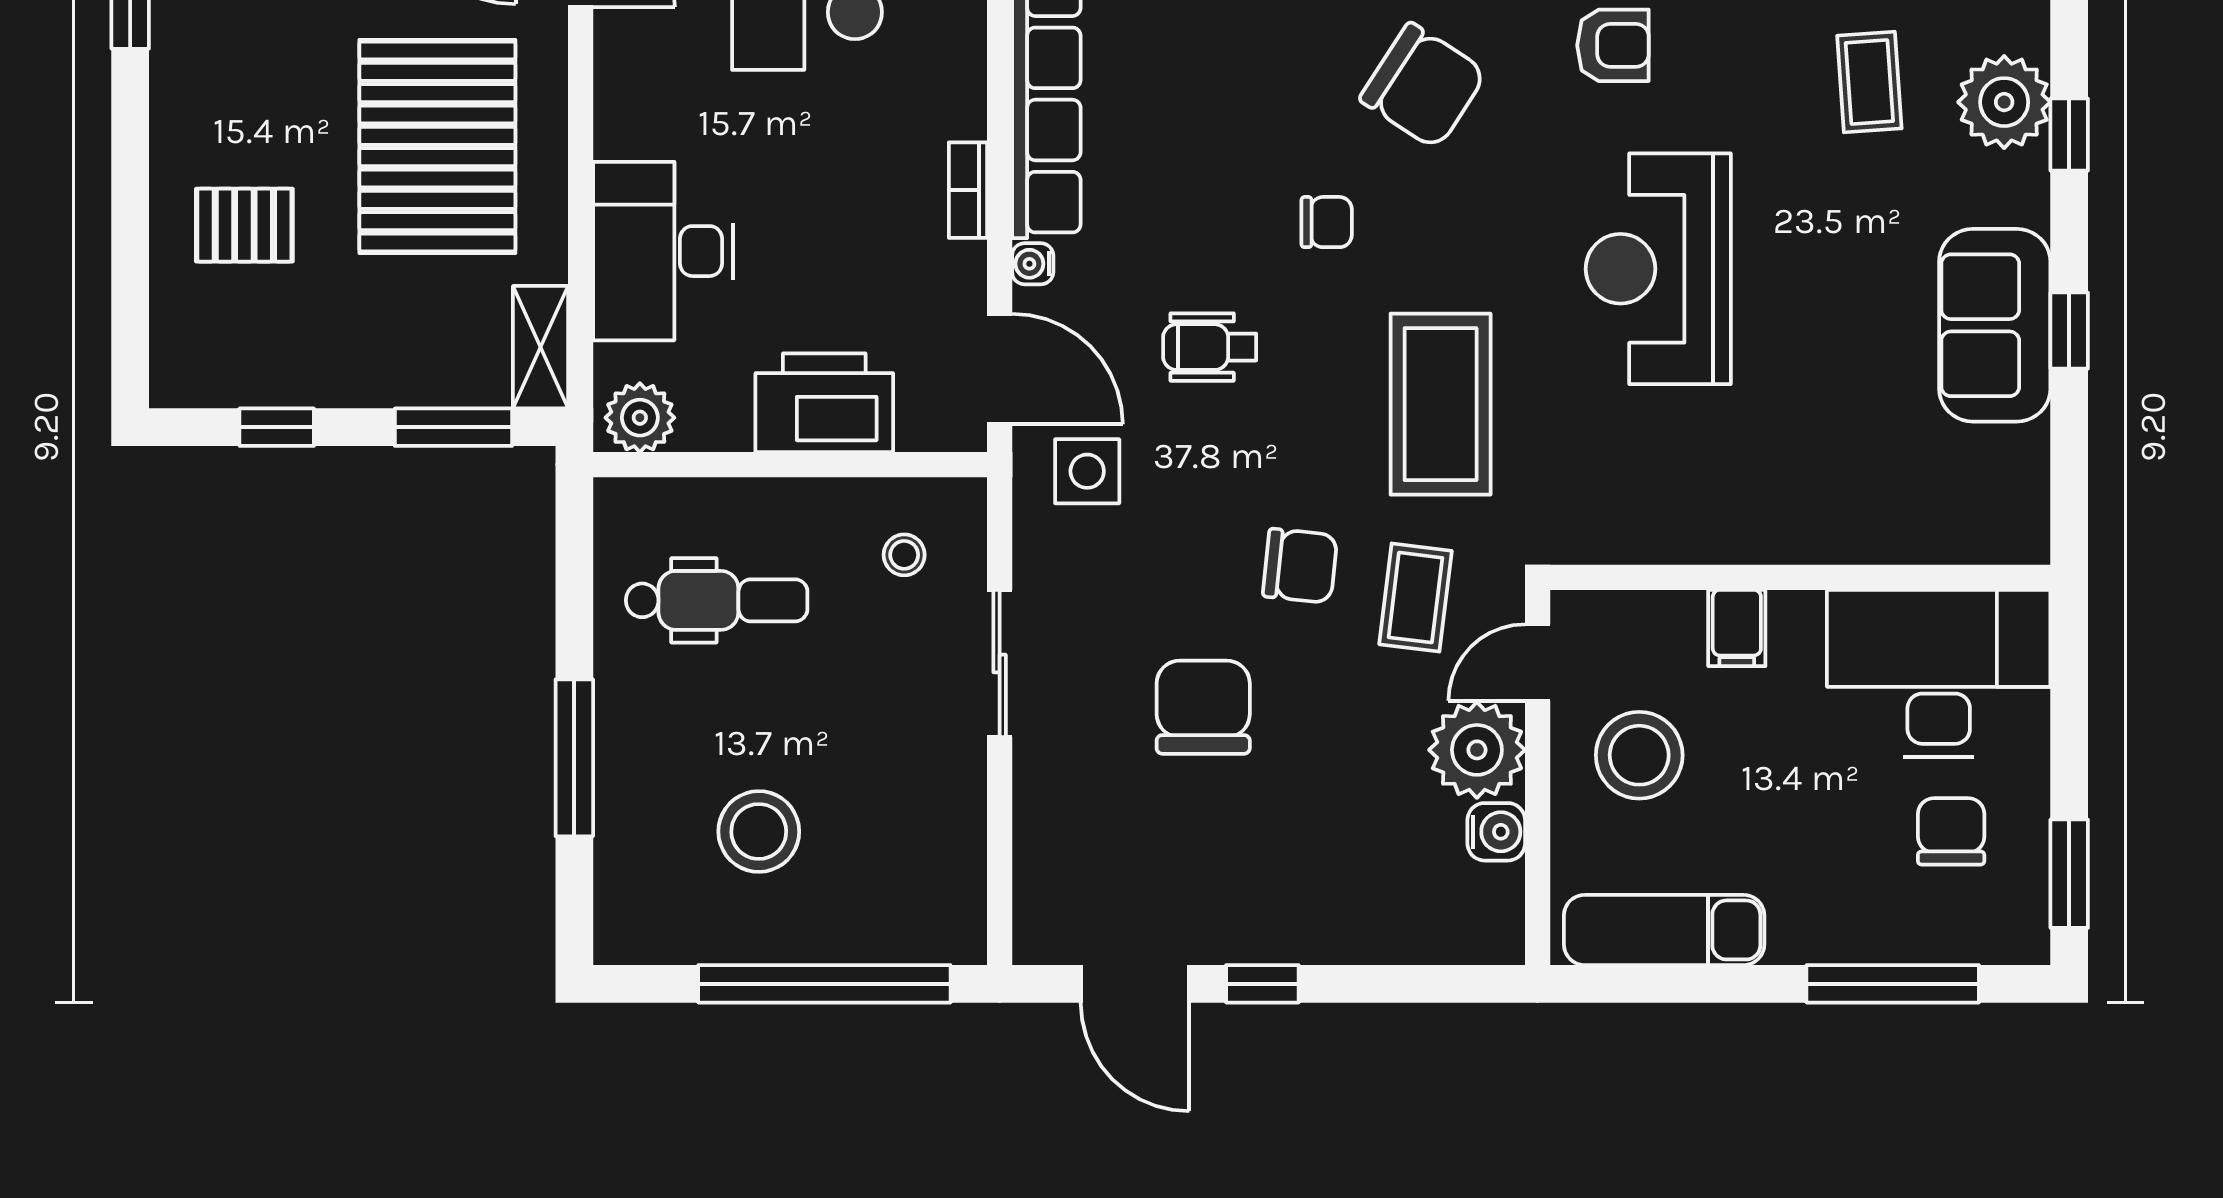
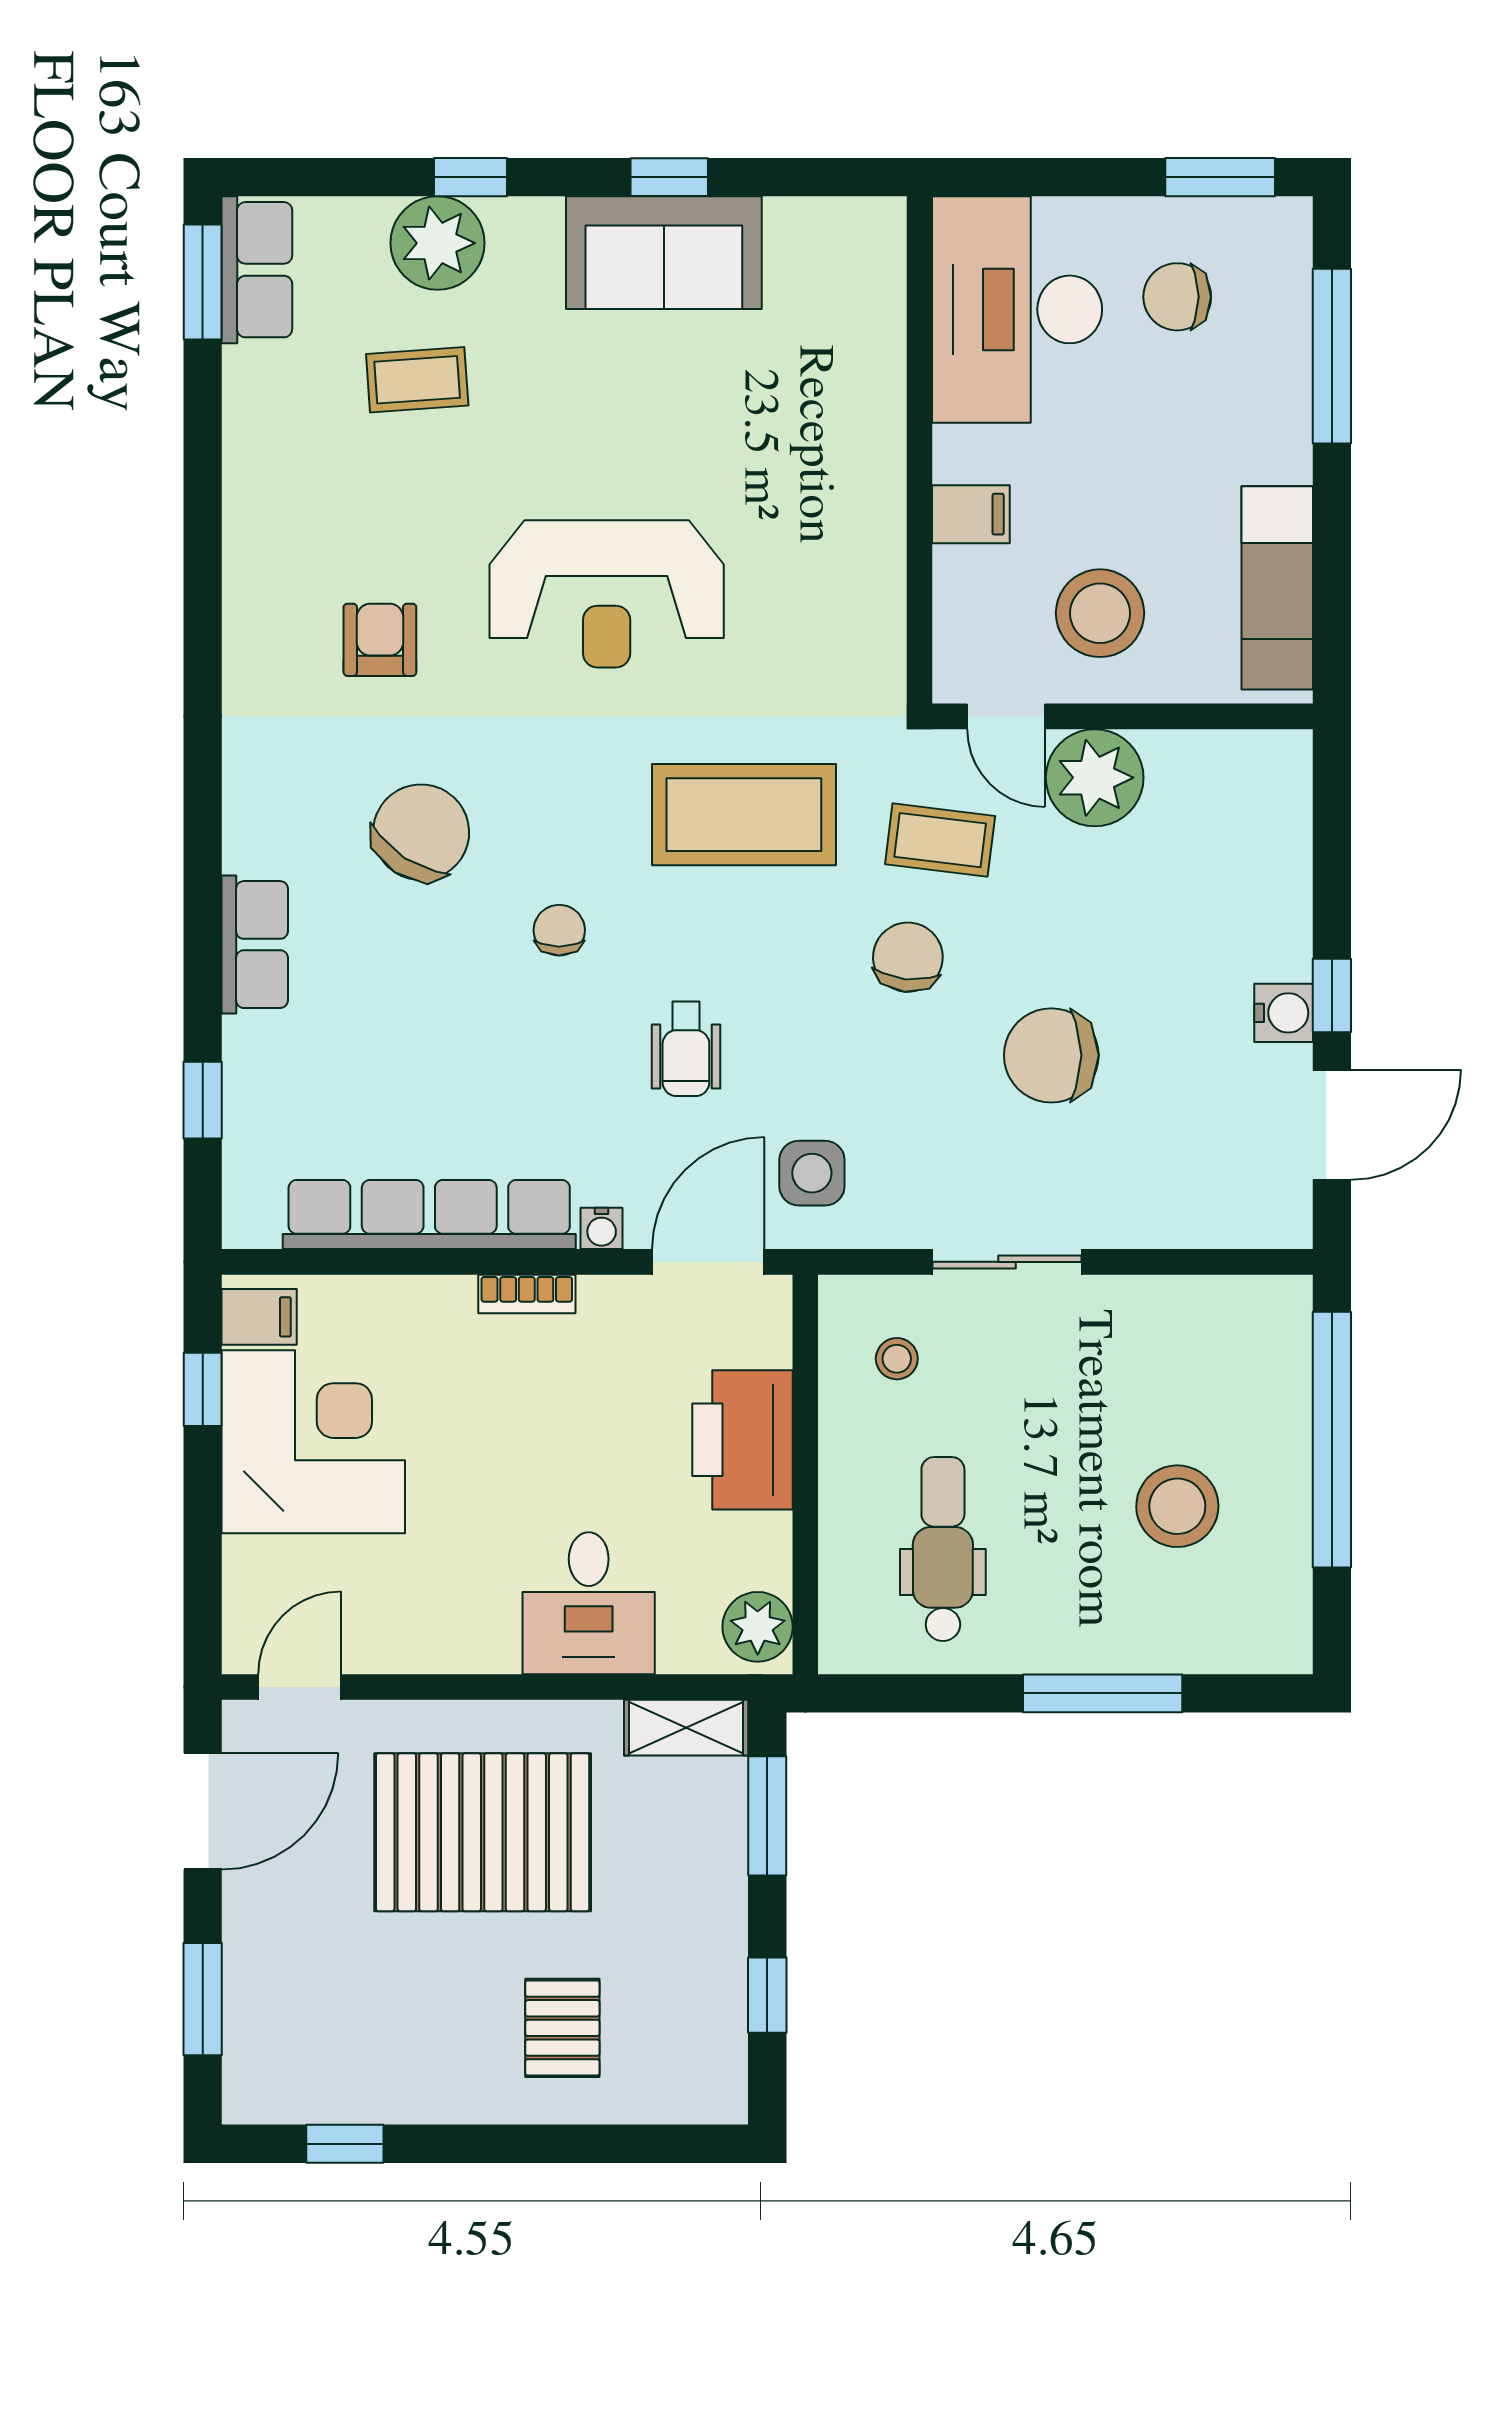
desk: (663, 251) -> (589, 1603), width x0.73
water cooler: (1496, 832) -> (1284, 1013), moved, turned 90

